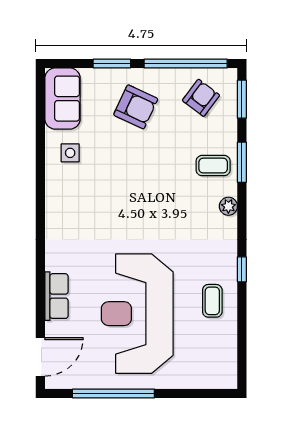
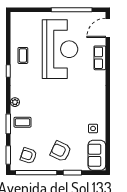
armchair: (201, 98) -> (28, 156), turned 71

